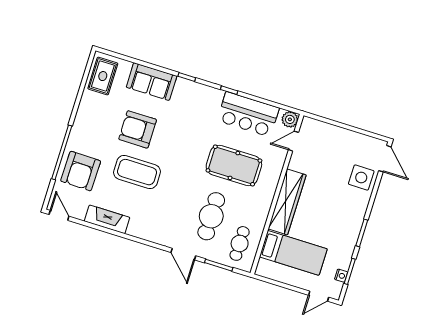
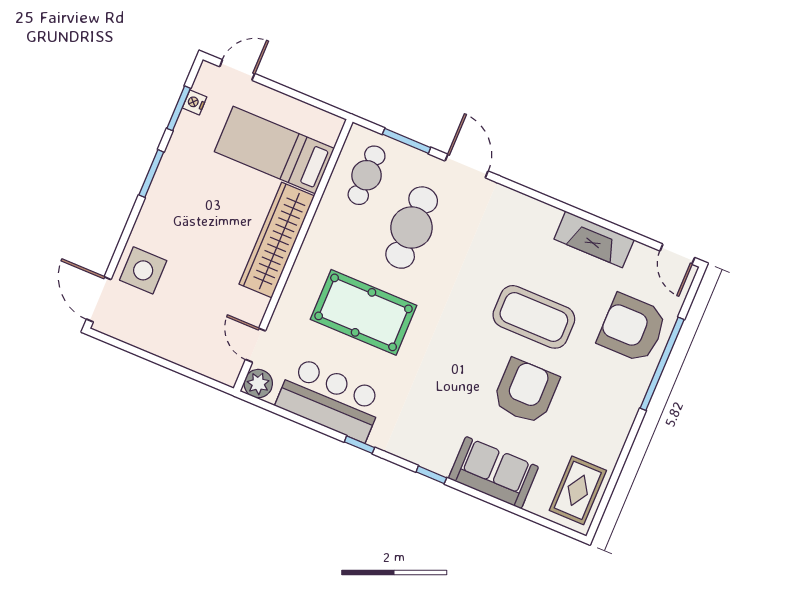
armchair: (138, 129) -> (526, 391), turned -90
door: (293, 141) -> (256, 345), swing flipped
armchair: (81, 171) -> (632, 328), turned -91

